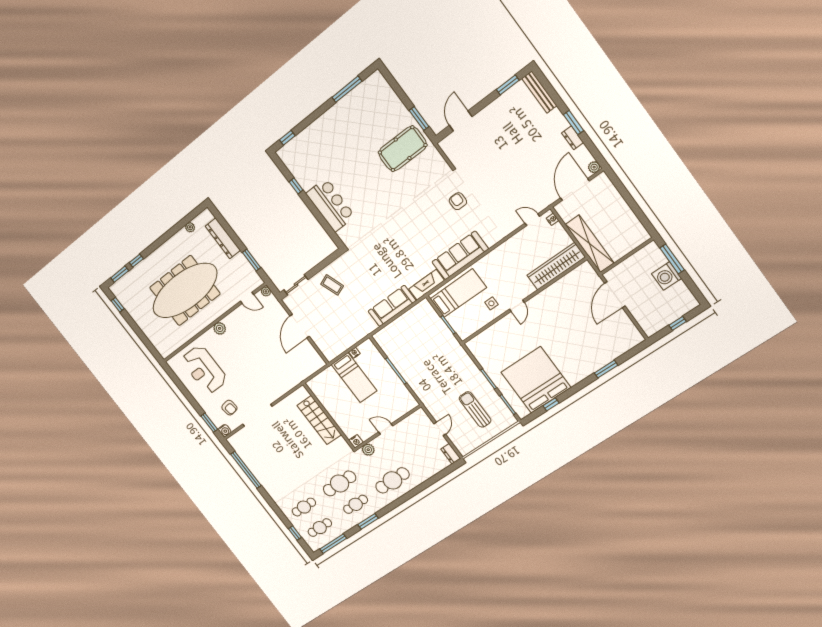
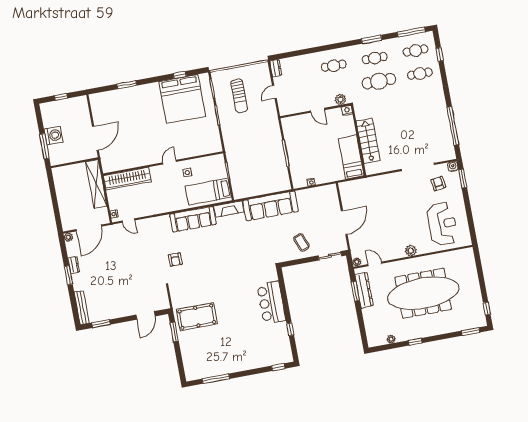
dresser: (223, 238) -> (364, 290), moved
window: (136, 261) -> (415, 342), moved
sofa: (392, 306) -> (271, 206), width x1.36, depth x1.27
bed: (354, 378) -> (351, 157), moved
cafe table: (392, 480) -> (334, 66), width x0.73, depth x0.74

